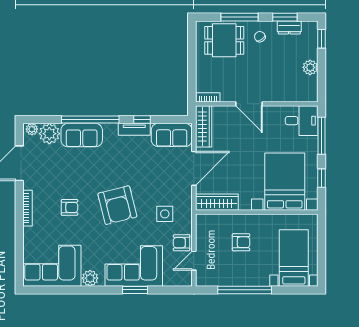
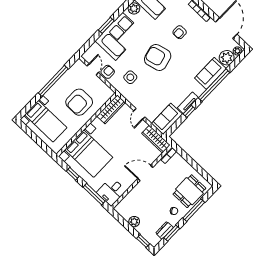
door: (194, 168) -> (139, 114), width x0.53
armchair: (241, 242) -> (79, 102), width x1.88, depth x1.88

